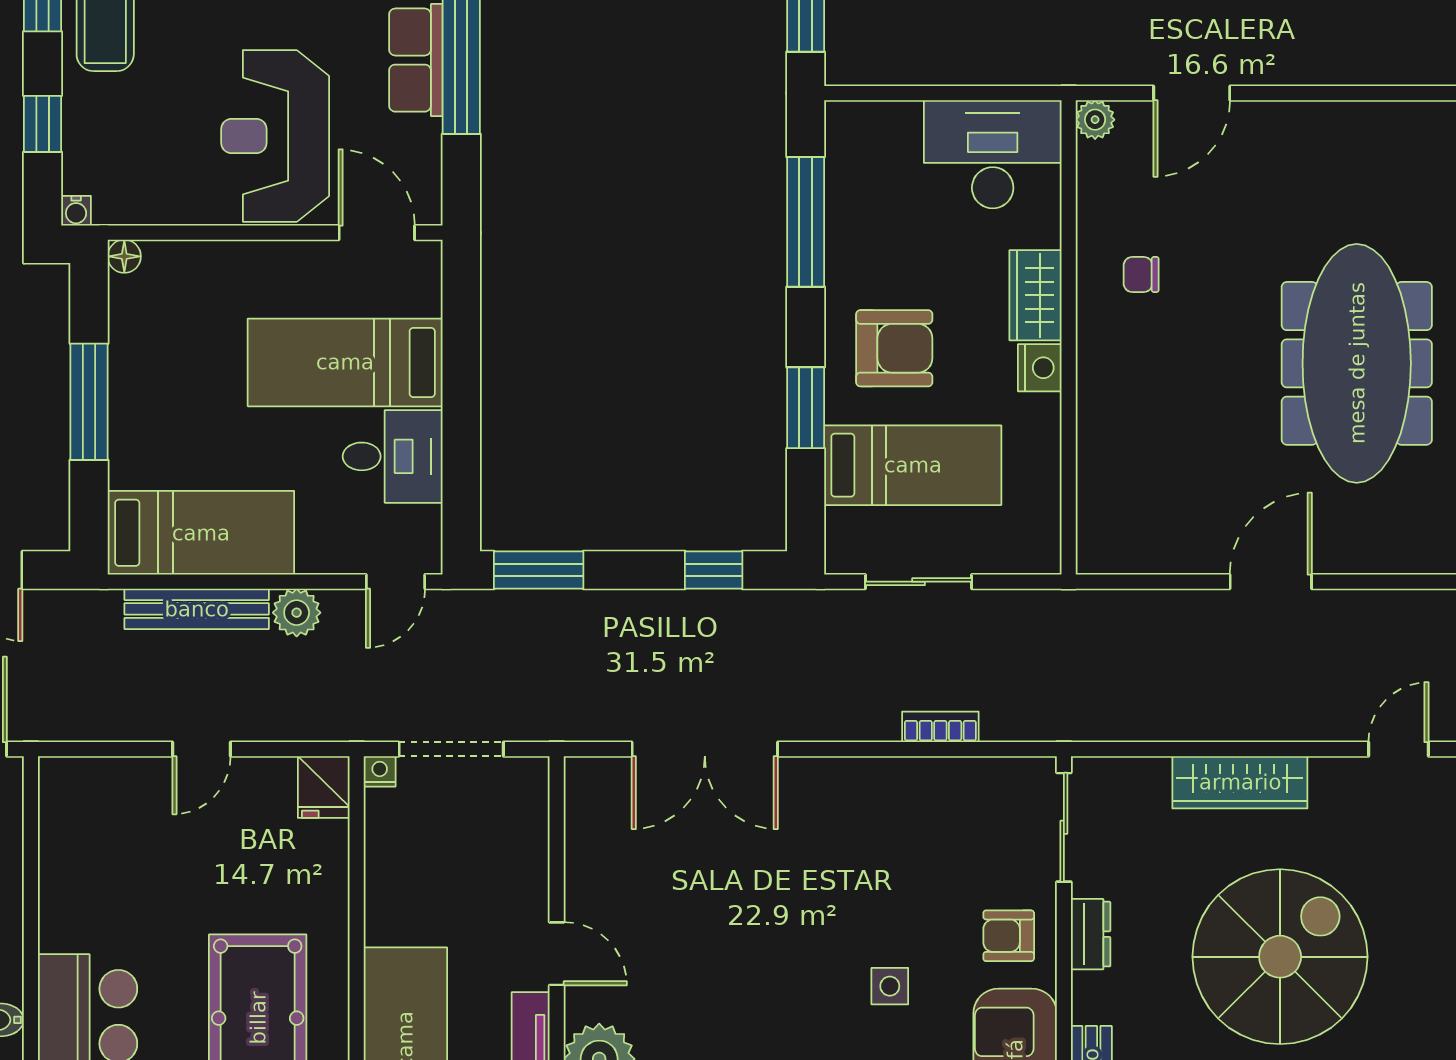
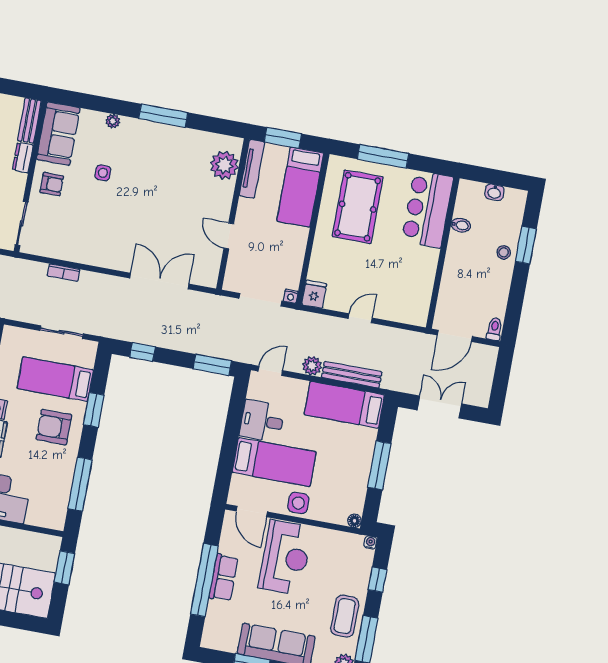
side table: (268, 274) -> (298, 503), added
dresser: (1091, 934) -> (23, 158), moved
door: (557, 954) -> (229, 236), moved

